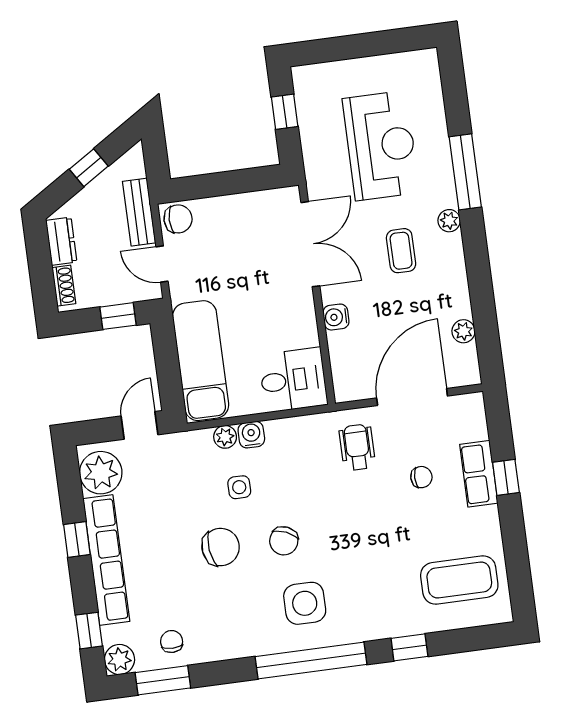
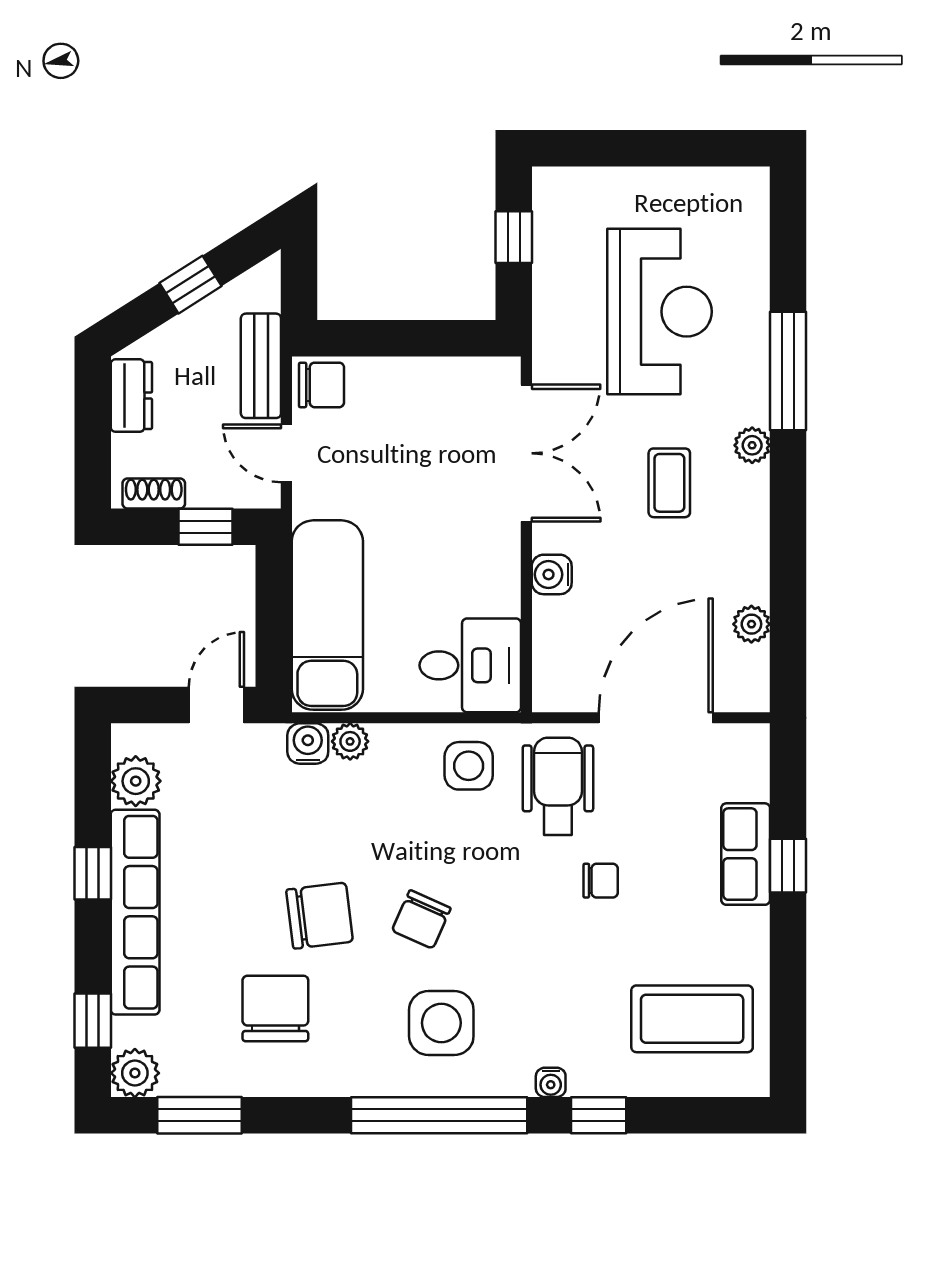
shoe rack: (64, 286) -> (154, 493), moved, turned -90
water cooler: (251, 435) -> (308, 744), moved
wheelchair: (357, 447) -> (558, 786), width x1.36, depth x1.37
plant: (101, 473) -> (136, 781), width x0.73, depth x0.73
chair: (421, 477) -> (601, 881), moved
side table: (239, 487) -> (469, 766), moved, width x1.37, depth x1.37
water cooler: (377, 631) -> (551, 1082), added
chair: (172, 641) -> (275, 1009), moved, width x1.87, depth x1.87

